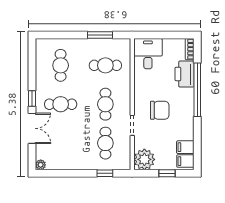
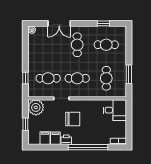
printer: (184, 74) -> (66, 140), moved, width x0.53, depth x0.68
window: (32, 99) -> (103, 23), moved
chair: (160, 110) -> (73, 119), turned -90
filing cabinet: (185, 161) -> (55, 138), moved

